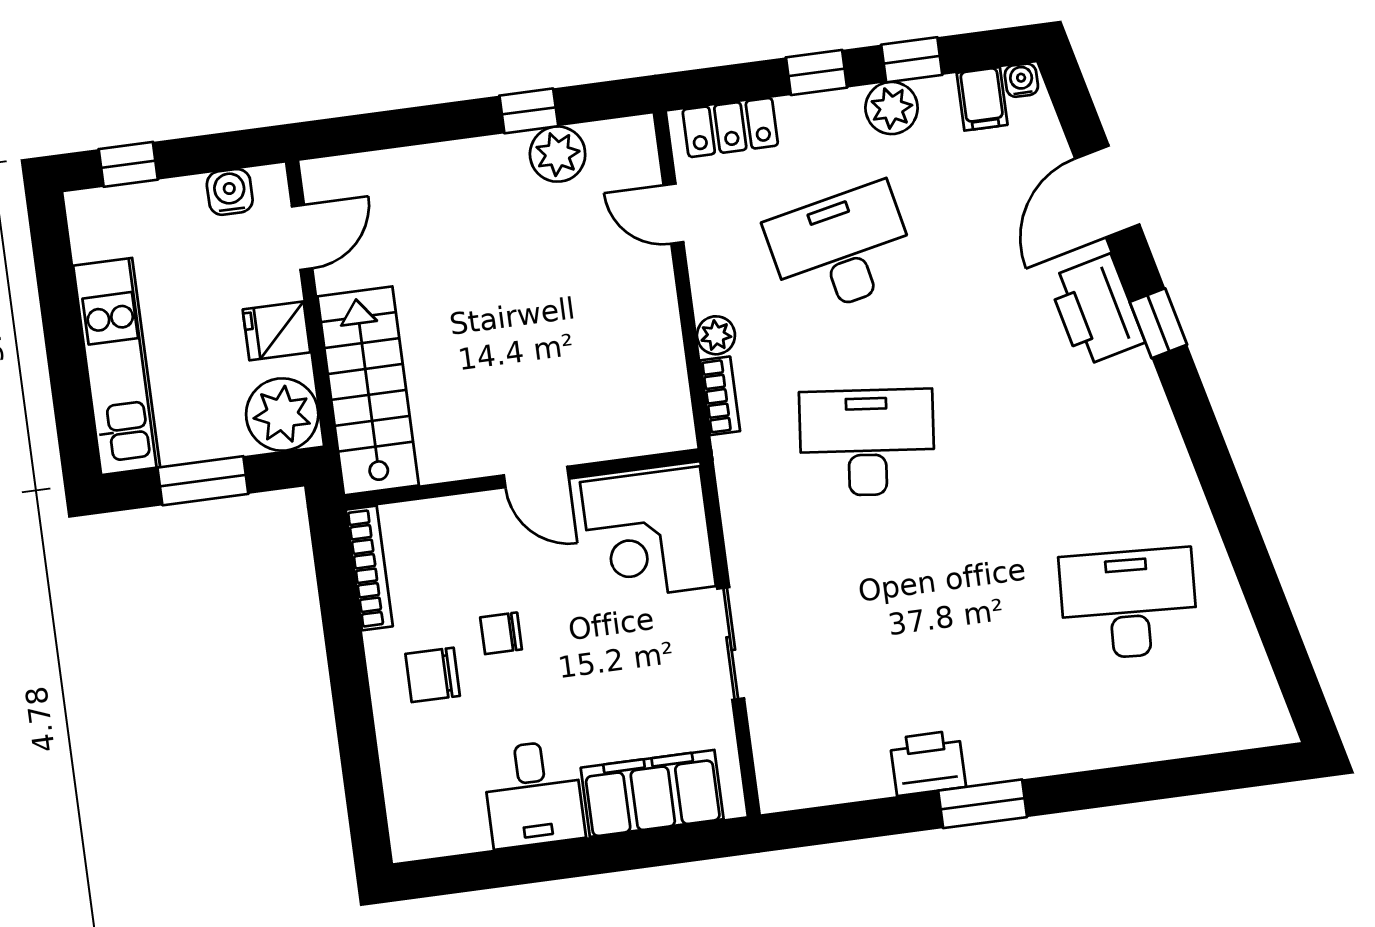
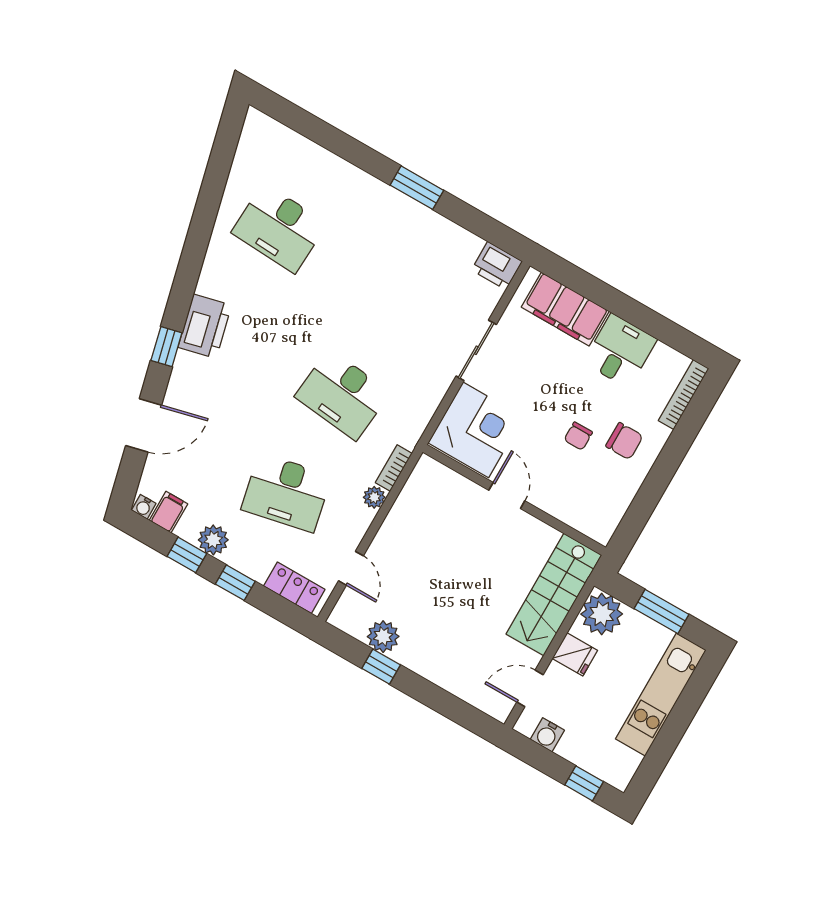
printer: (1096, 310) -> (205, 326), moved
bookcase: (369, 568) -> (684, 395), moved
chair: (501, 633) -> (578, 436), turned 90
printer: (928, 763) -> (497, 266), moved

